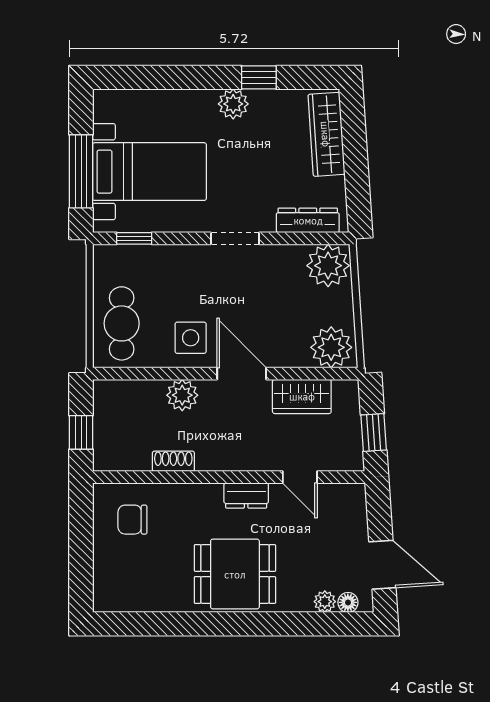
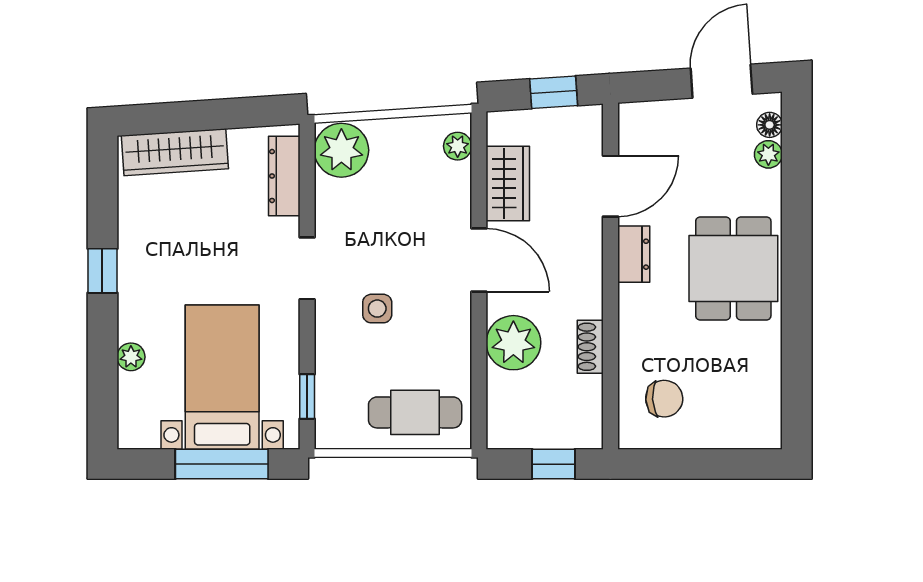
window: (259, 77) -> (102, 271), moved
plant: (233, 104) -> (131, 357), moved, width x0.73, depth x0.73
side table: (191, 338) -> (377, 309), moved, width x0.73, depth x0.73
plant: (331, 347) -> (458, 146), width x0.53, depth x0.53
door: (242, 374) -> (479, 260), swing flipped
plant: (182, 395) -> (513, 343), width x1.36, depth x1.36
door: (300, 477) -> (610, 186), width x1.38
chair: (132, 520) -> (664, 399), turned -93

